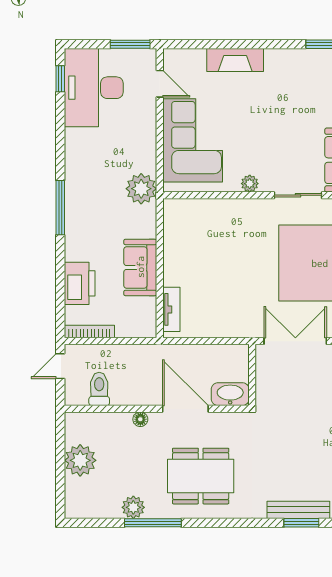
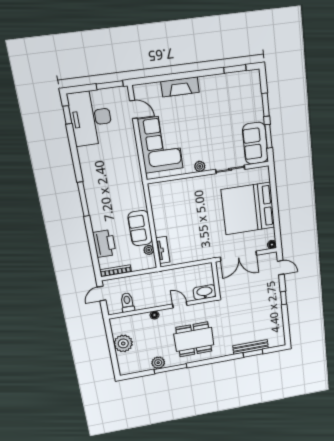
plant: (141, 189) -> (149, 250), moved, width x0.53, depth x0.53
double door: (295, 341) -> (238, 256), swing flipped
door: (185, 409) -> (180, 305), width x0.53

